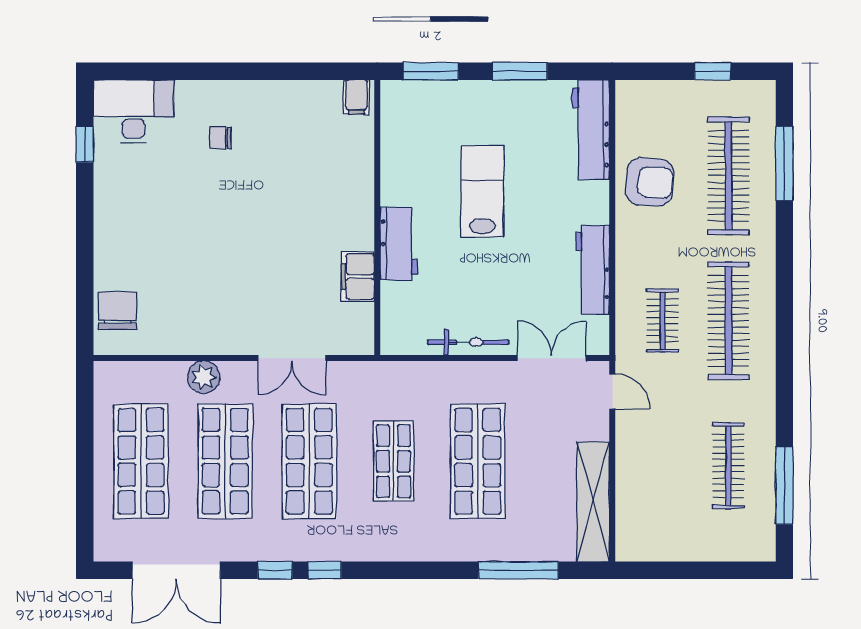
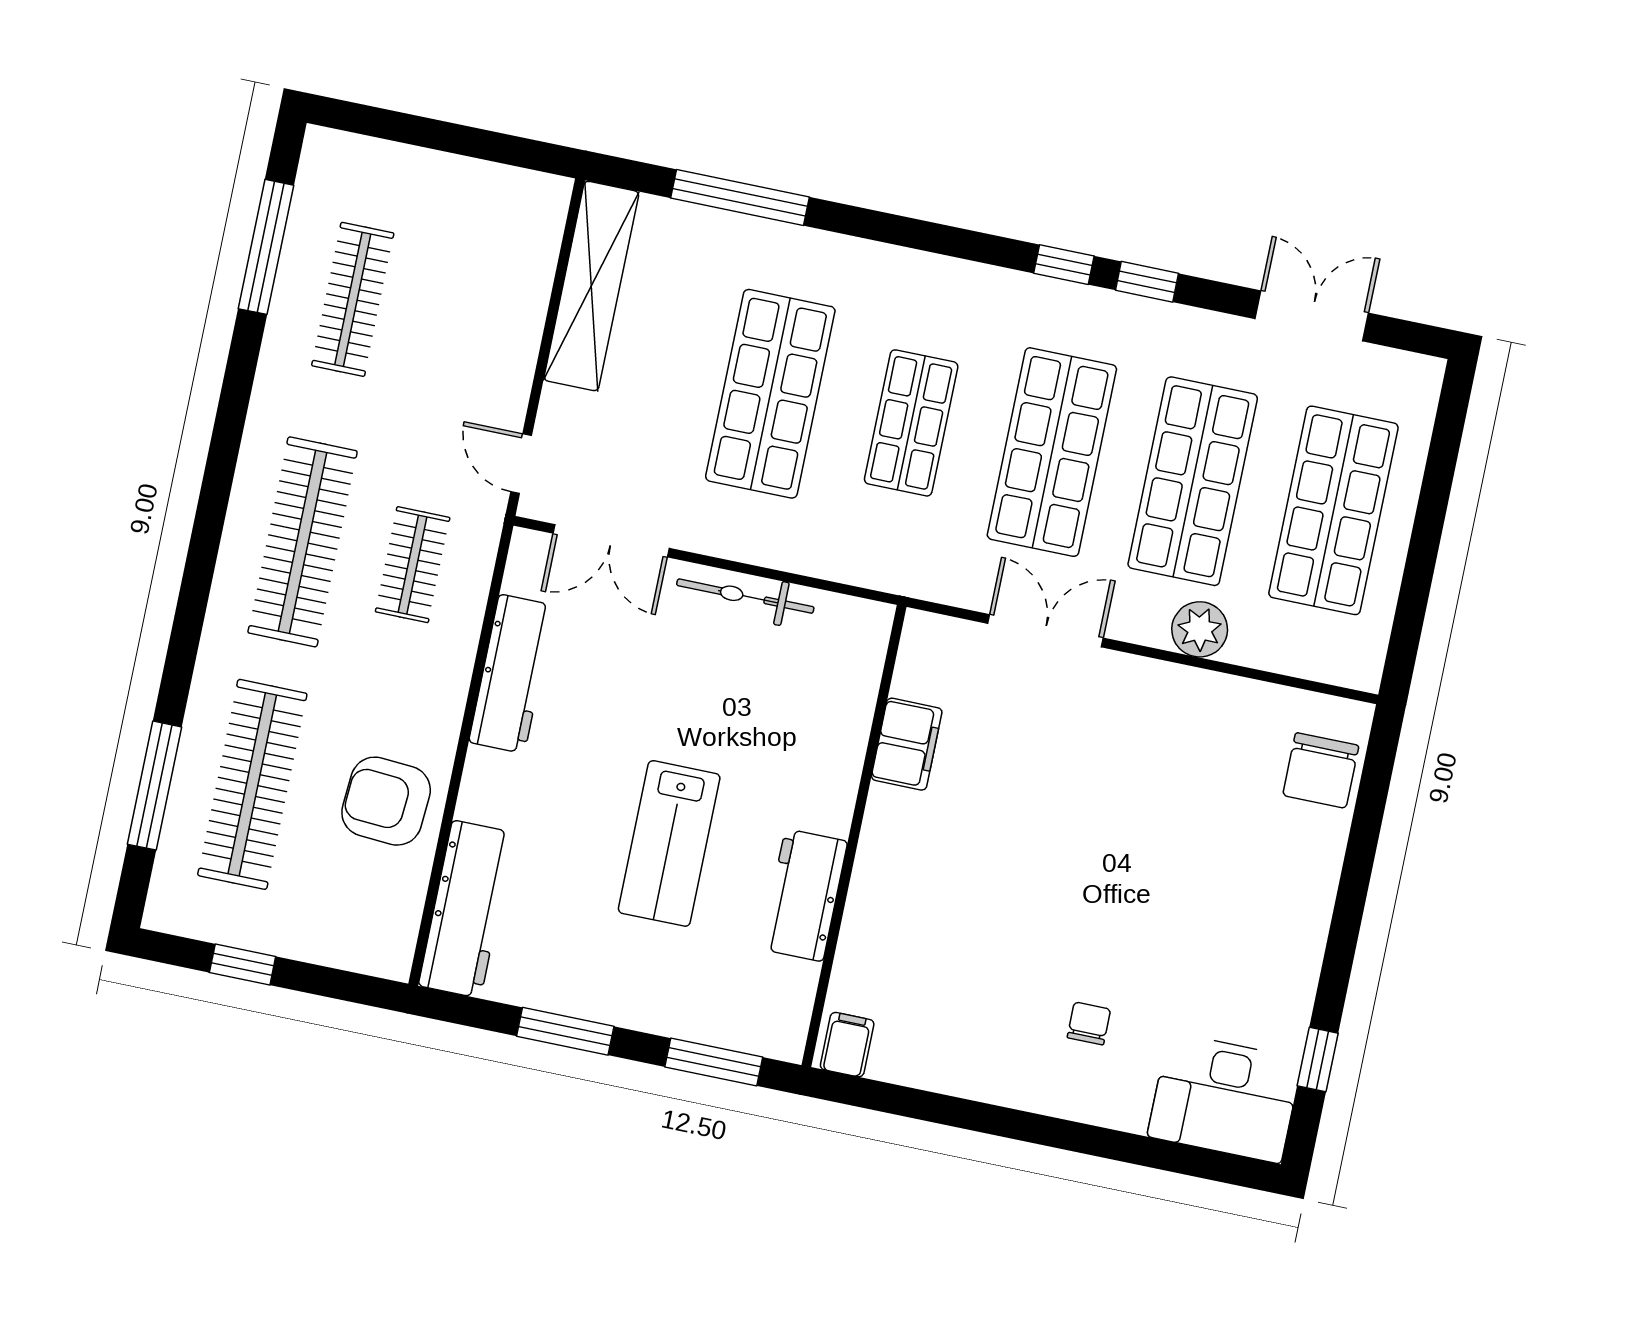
chair: (220, 138) -> (1089, 1023), turned -90
workbench: (399, 244) -> (804, 895), moved
double door: (176, 570) -> (1312, 316), width x0.73

